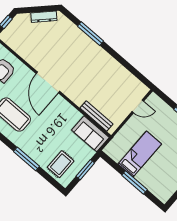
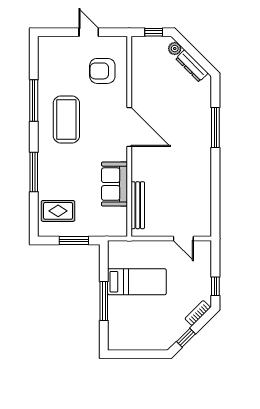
plant: (26, 18) -> (175, 49), added
door: (48, 82) -> (129, 127), swing flipped
sofa: (90, 134) -> (114, 184), moved

